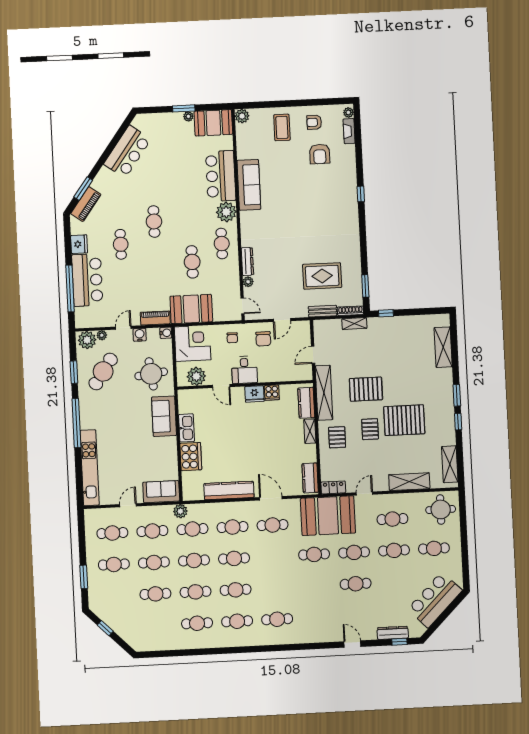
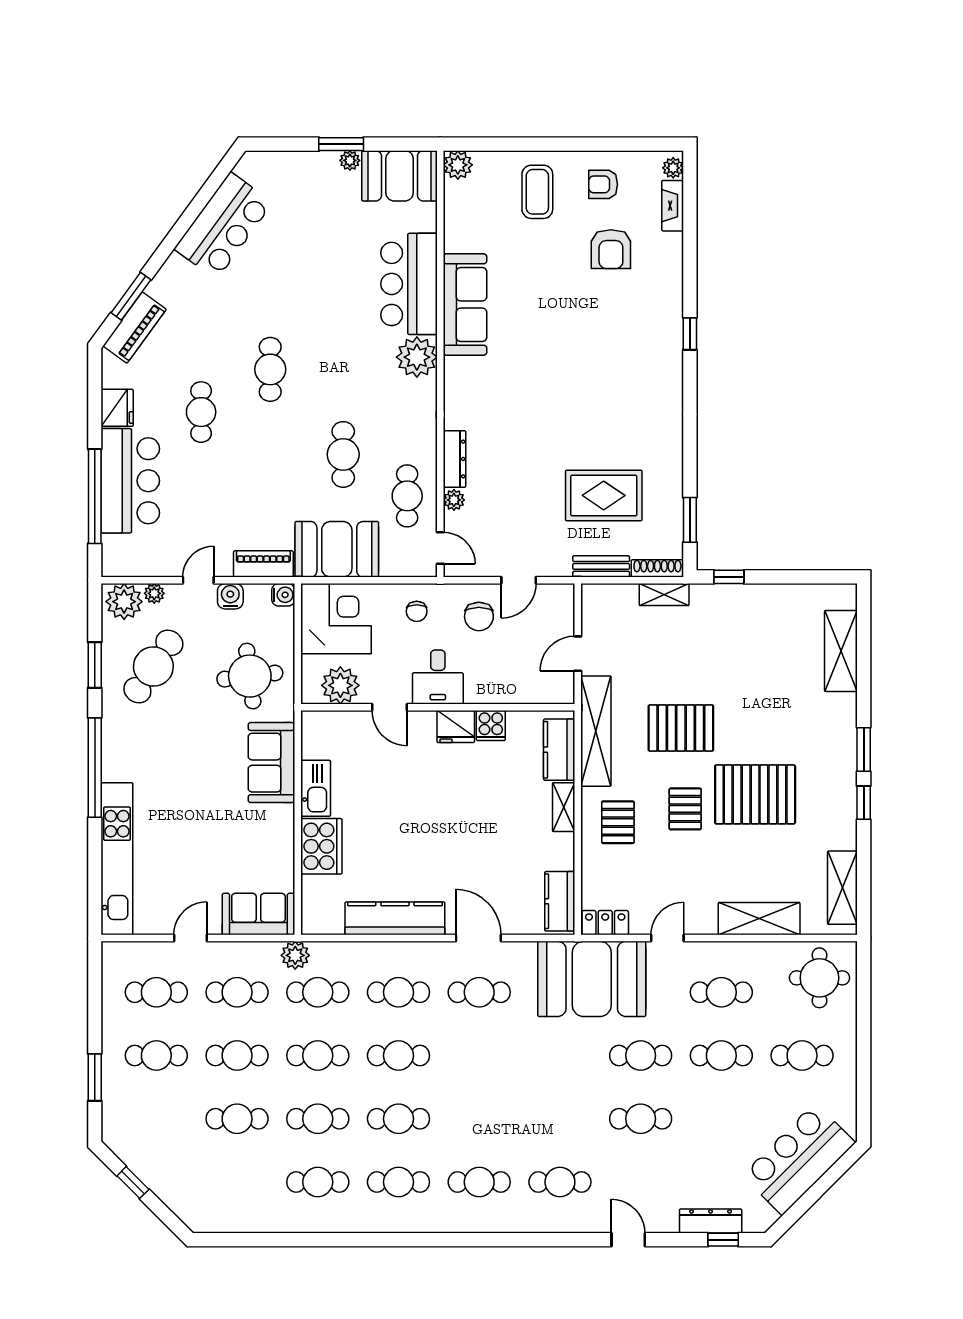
cafe table: (222, 244) -> (407, 496), moved
cafe table: (314, 554) -> (560, 1182), moved

